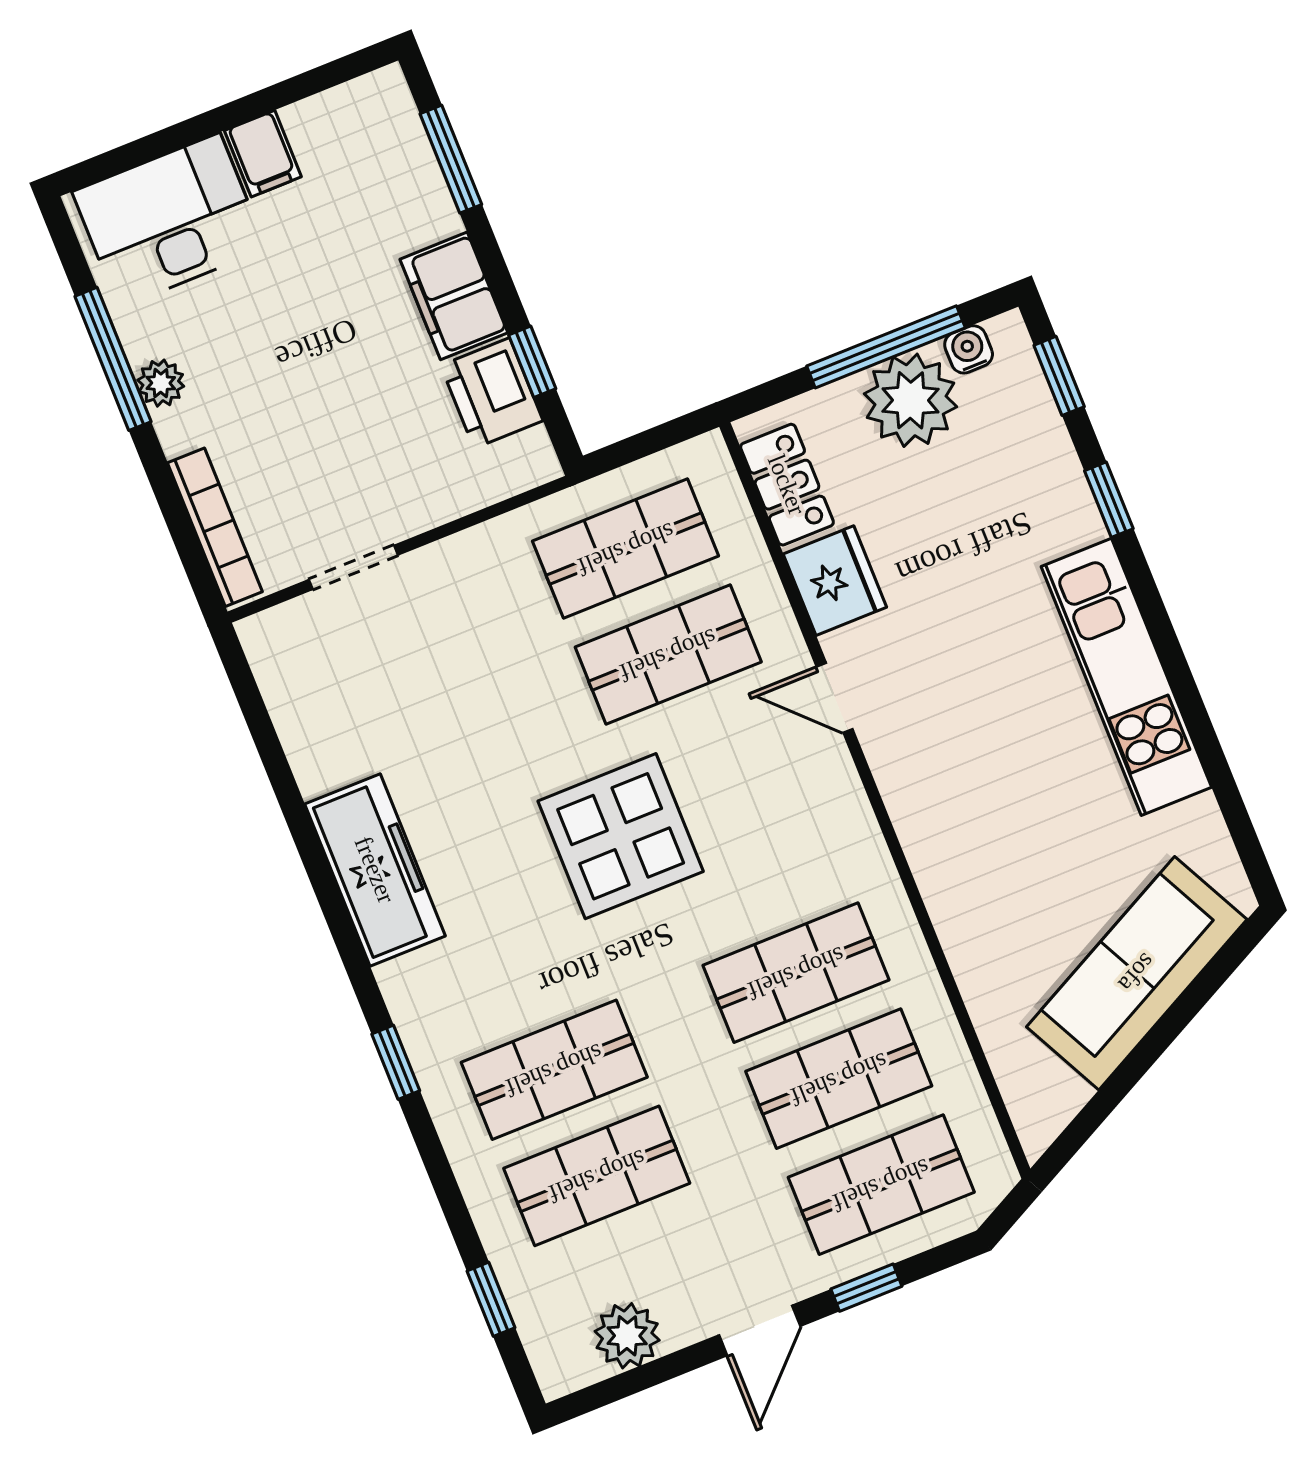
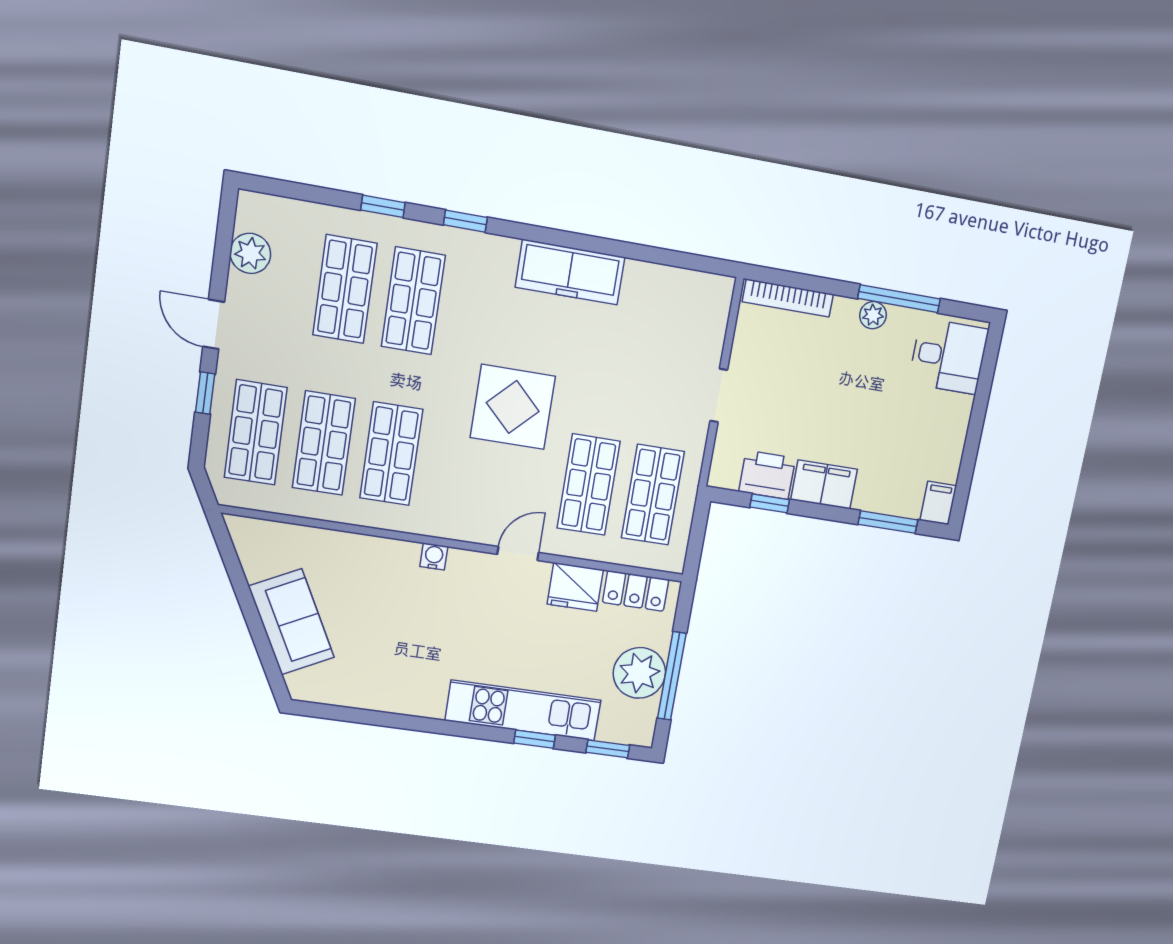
filing cabinet: (263, 154) -> (938, 503), moved, turned 90
desk: (169, 220) -> (948, 356), width x0.73
water cooler: (969, 349) -> (434, 557), moved, turned -90
doorway: (353, 567) -> (719, 395), moved
kitchen unit: (1126, 677) -> (523, 710), moved
sofa: (1137, 973) -> (291, 622), width x0.73
window: (491, 1299) -> (383, 206), moved

